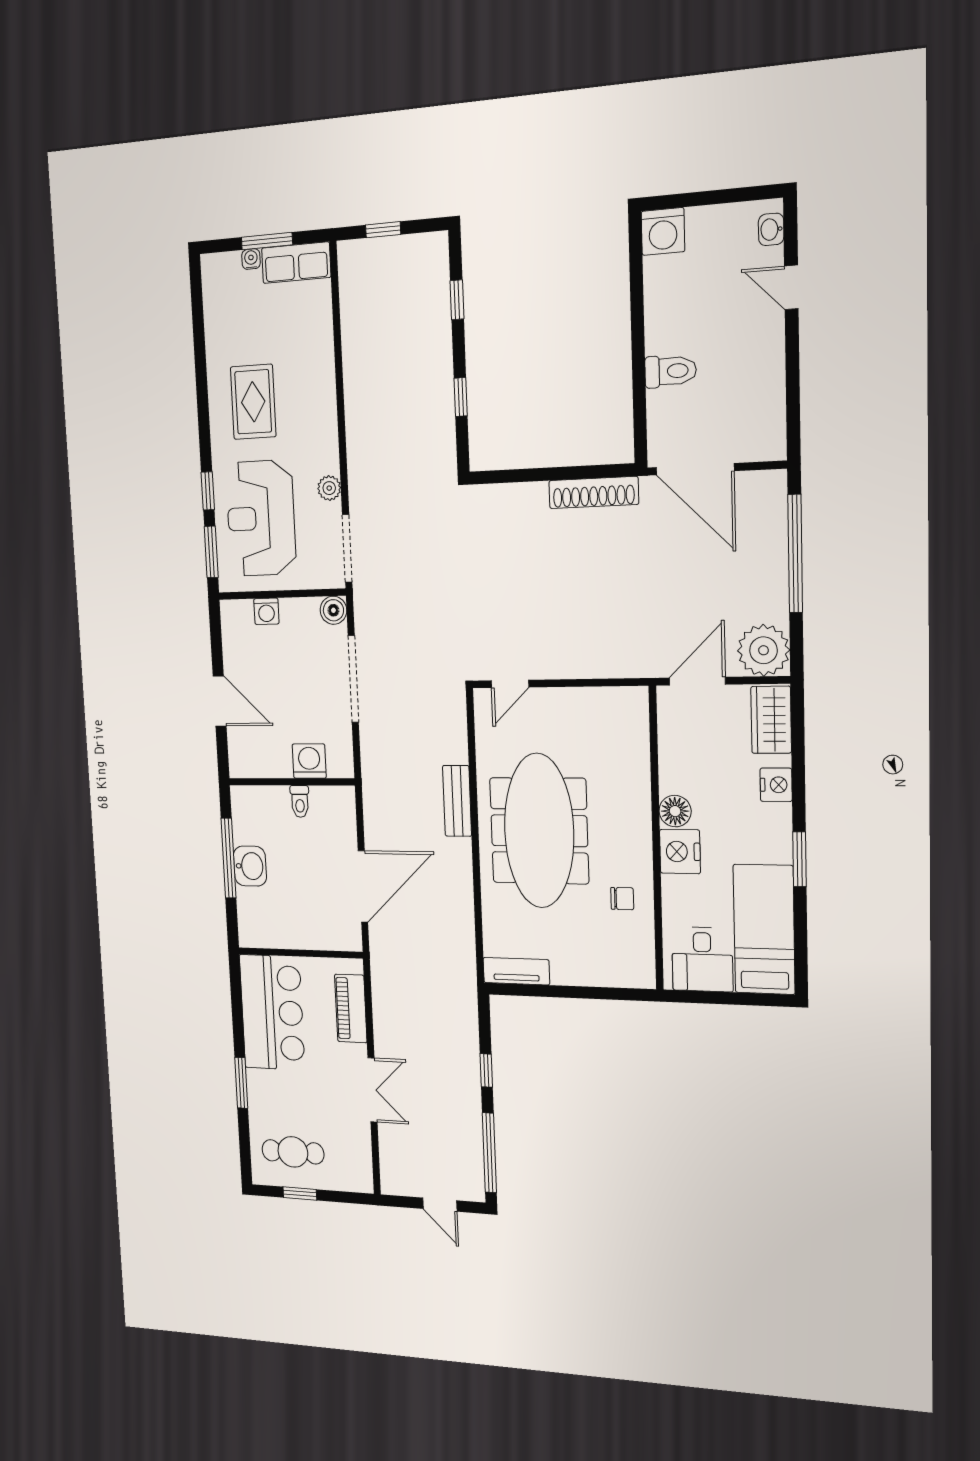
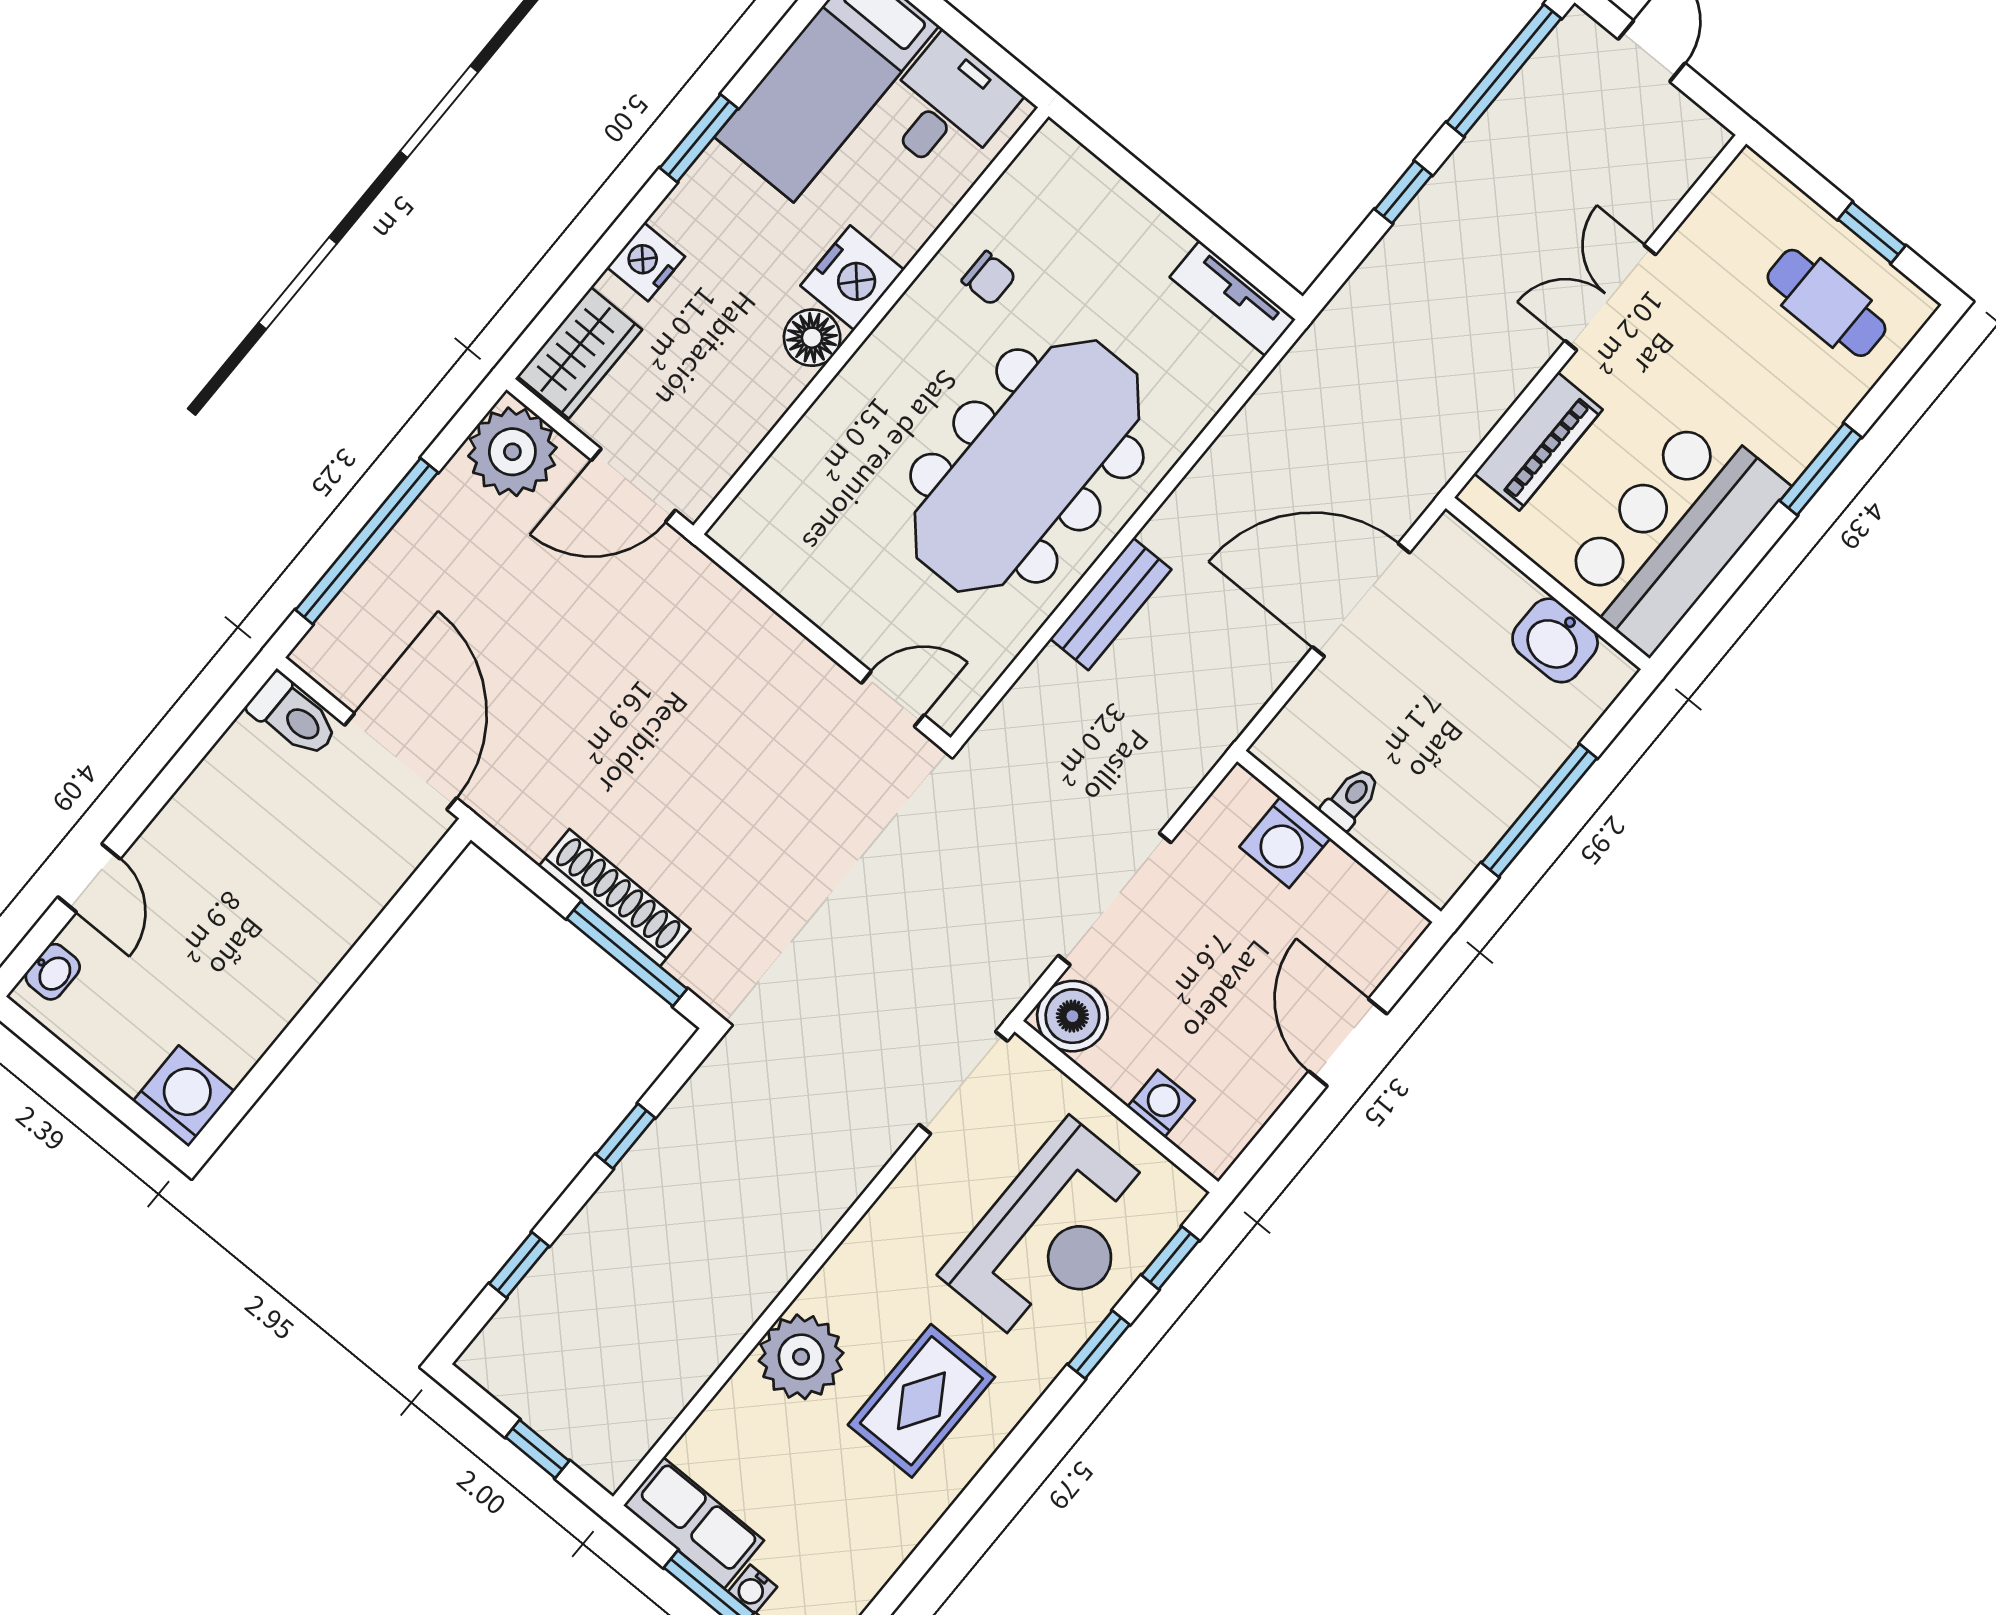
toilet: (671, 371) -> (293, 716), moved, turned 180
window: (526, 475) -> (627, 954), added
plant: (329, 488) -> (801, 1357), moved, width x1.87, depth x1.87
shoe rack: (594, 492) -> (615, 898), moved
window: (211, 552) -> (1170, 1258), width x0.67
boiler: (333, 610) -> (1072, 1016), width x1.36, depth x1.36
washbasin: (250, 866) -> (1555, 640), moved, turned -90
chair: (622, 899) -> (989, 278), turned 180

